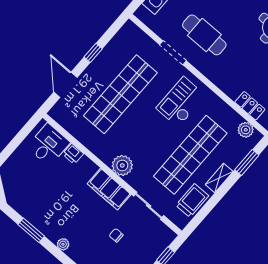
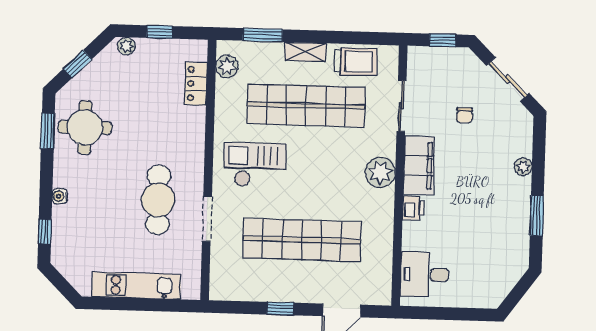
checkout: (181, 102) -> (255, 165), turned 180
printer: (73, 154) -> (413, 208), moved
trolley: (192, 201) -> (356, 62), turned 180

